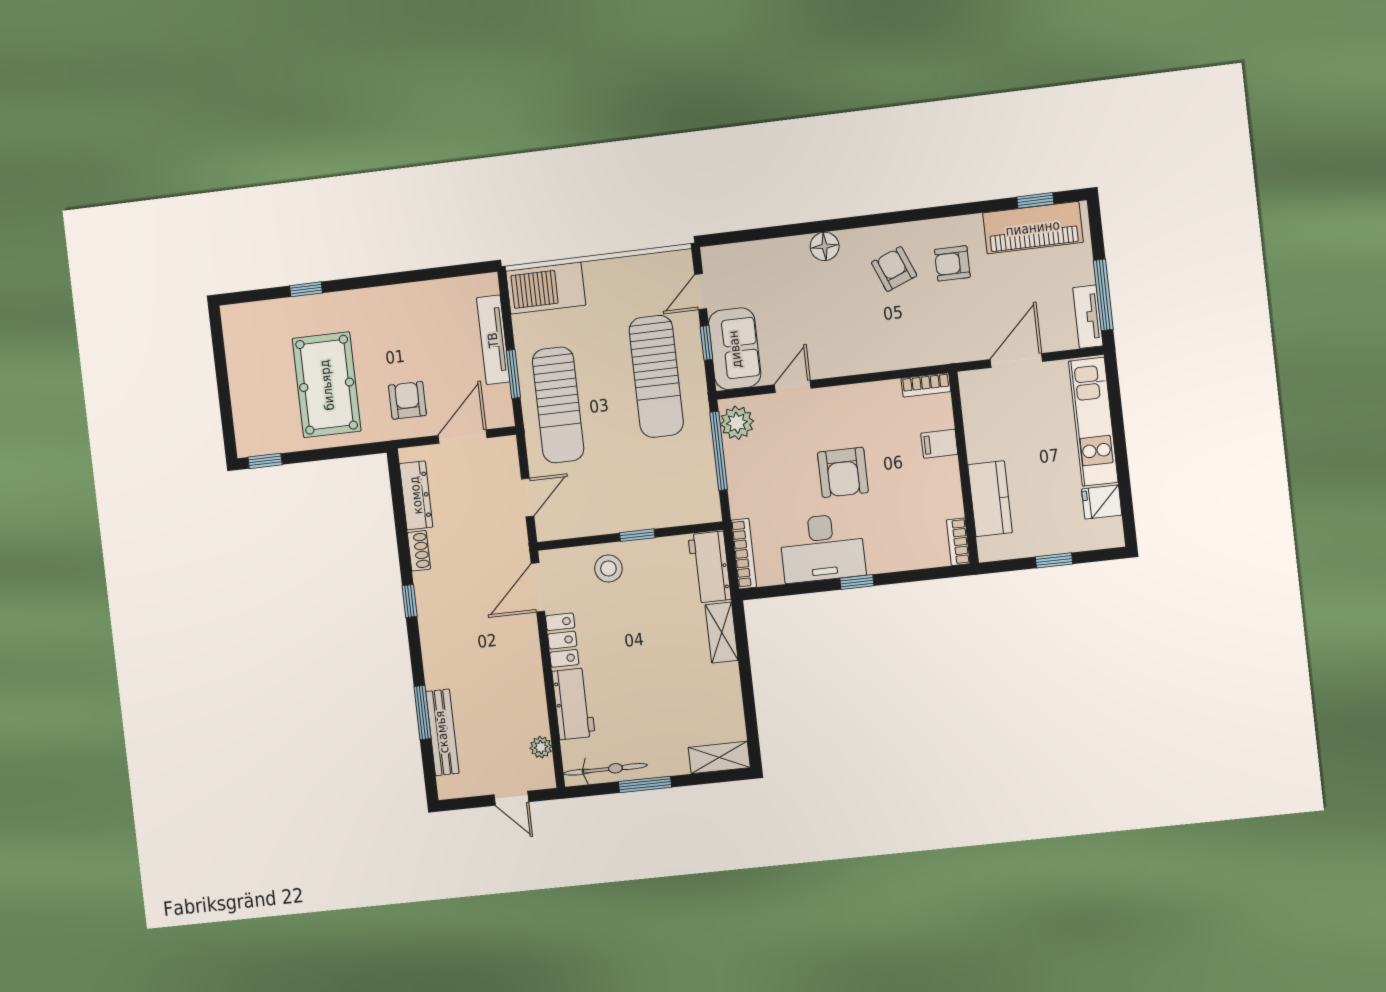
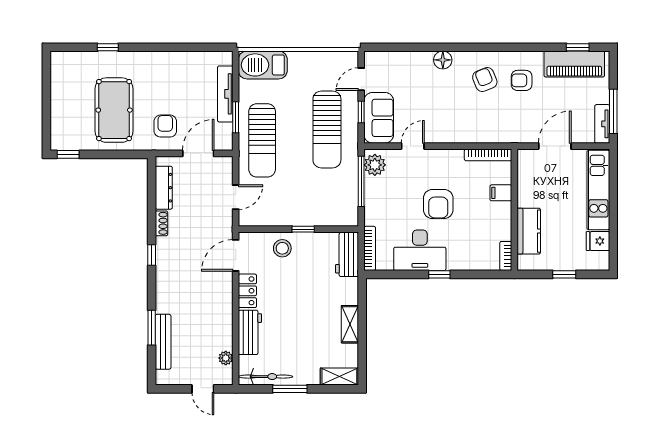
bookcase: (926, 385) -> (488, 155), width x1.56
shelving: (722, 633) -> (350, 324), moved

